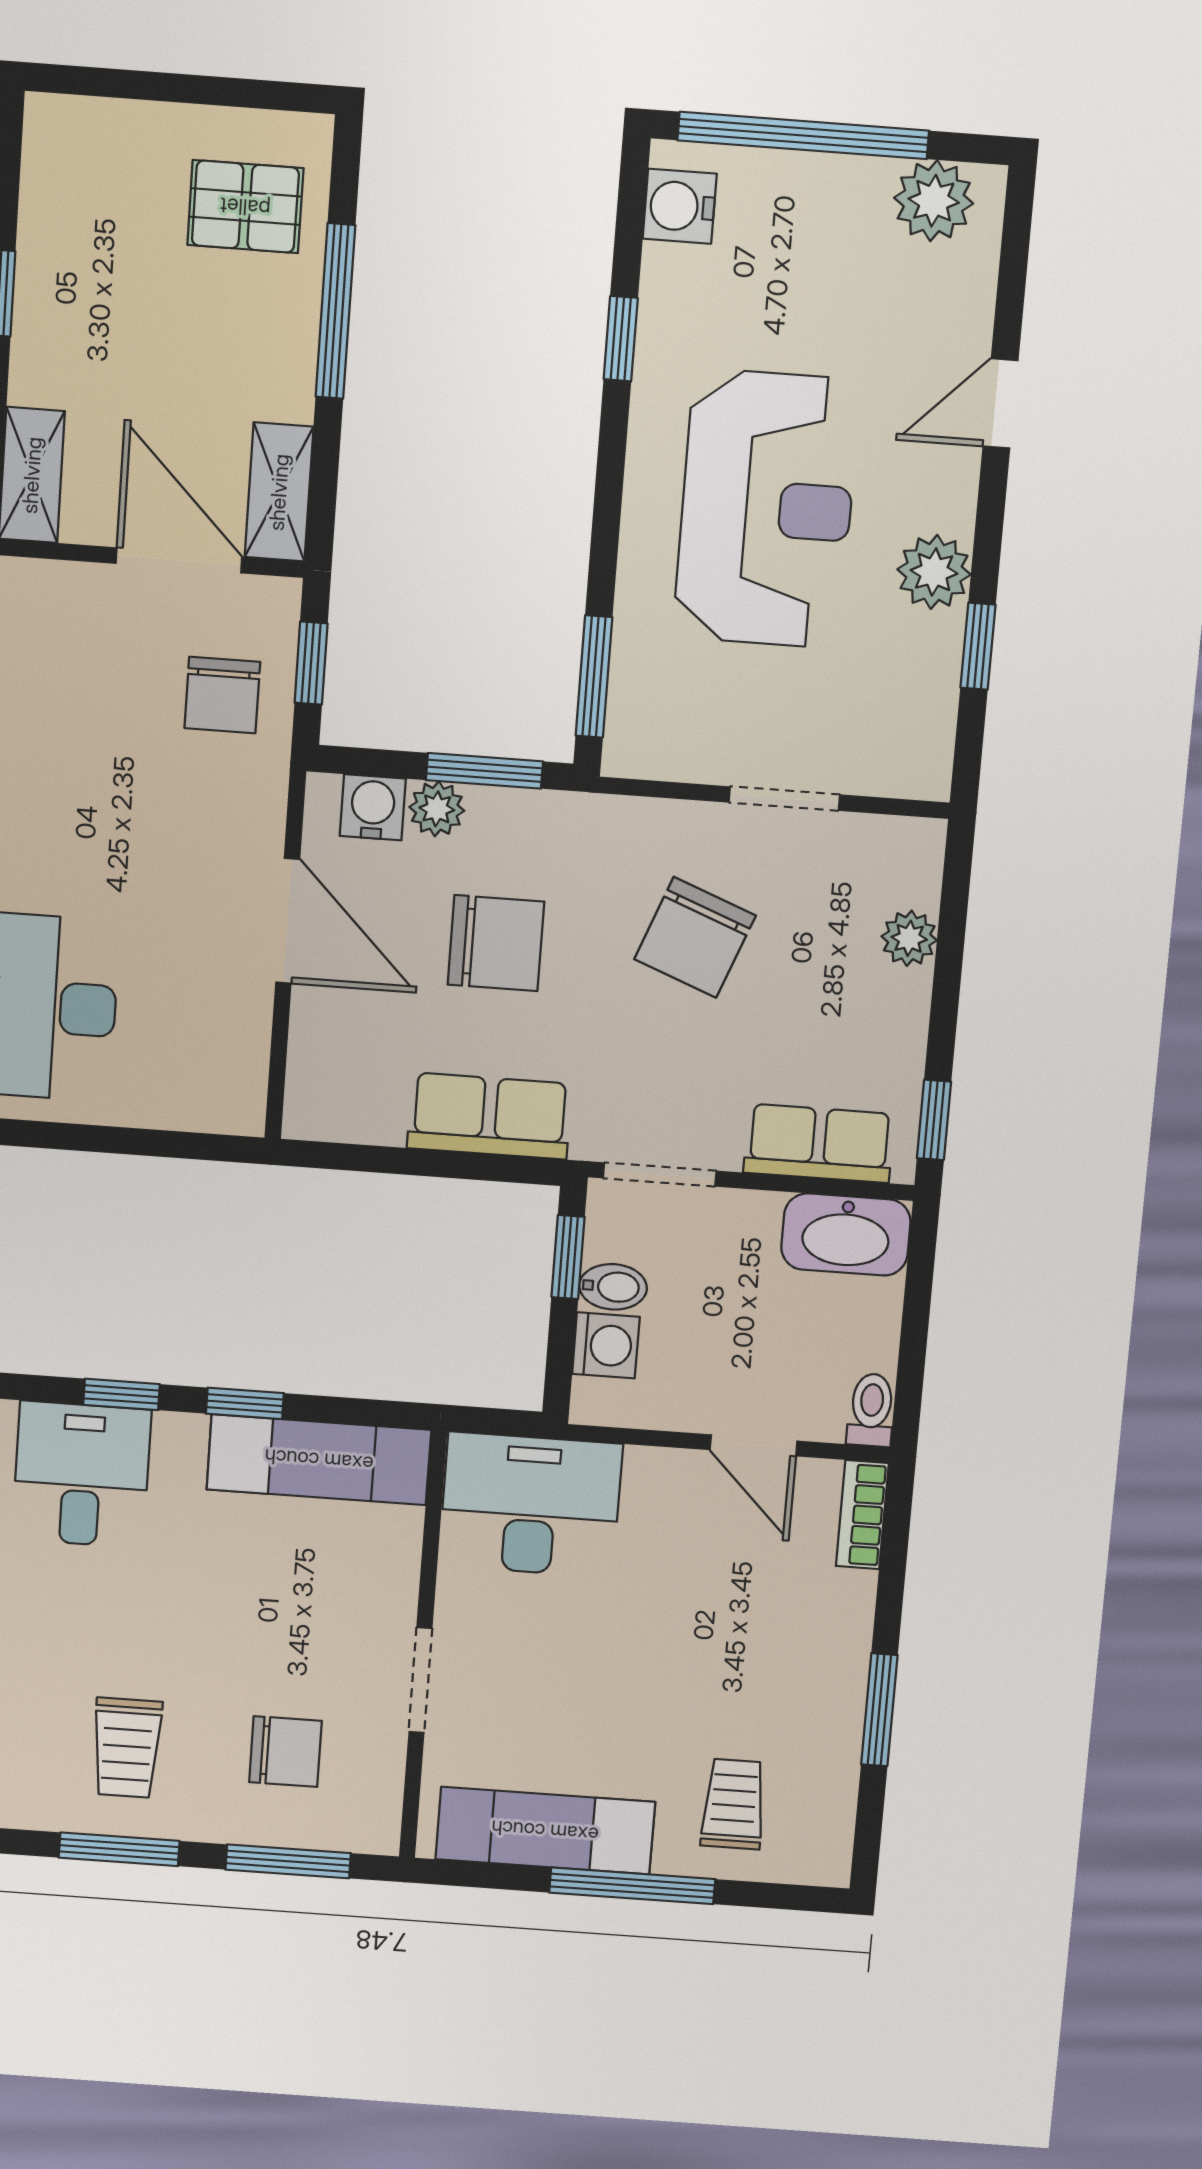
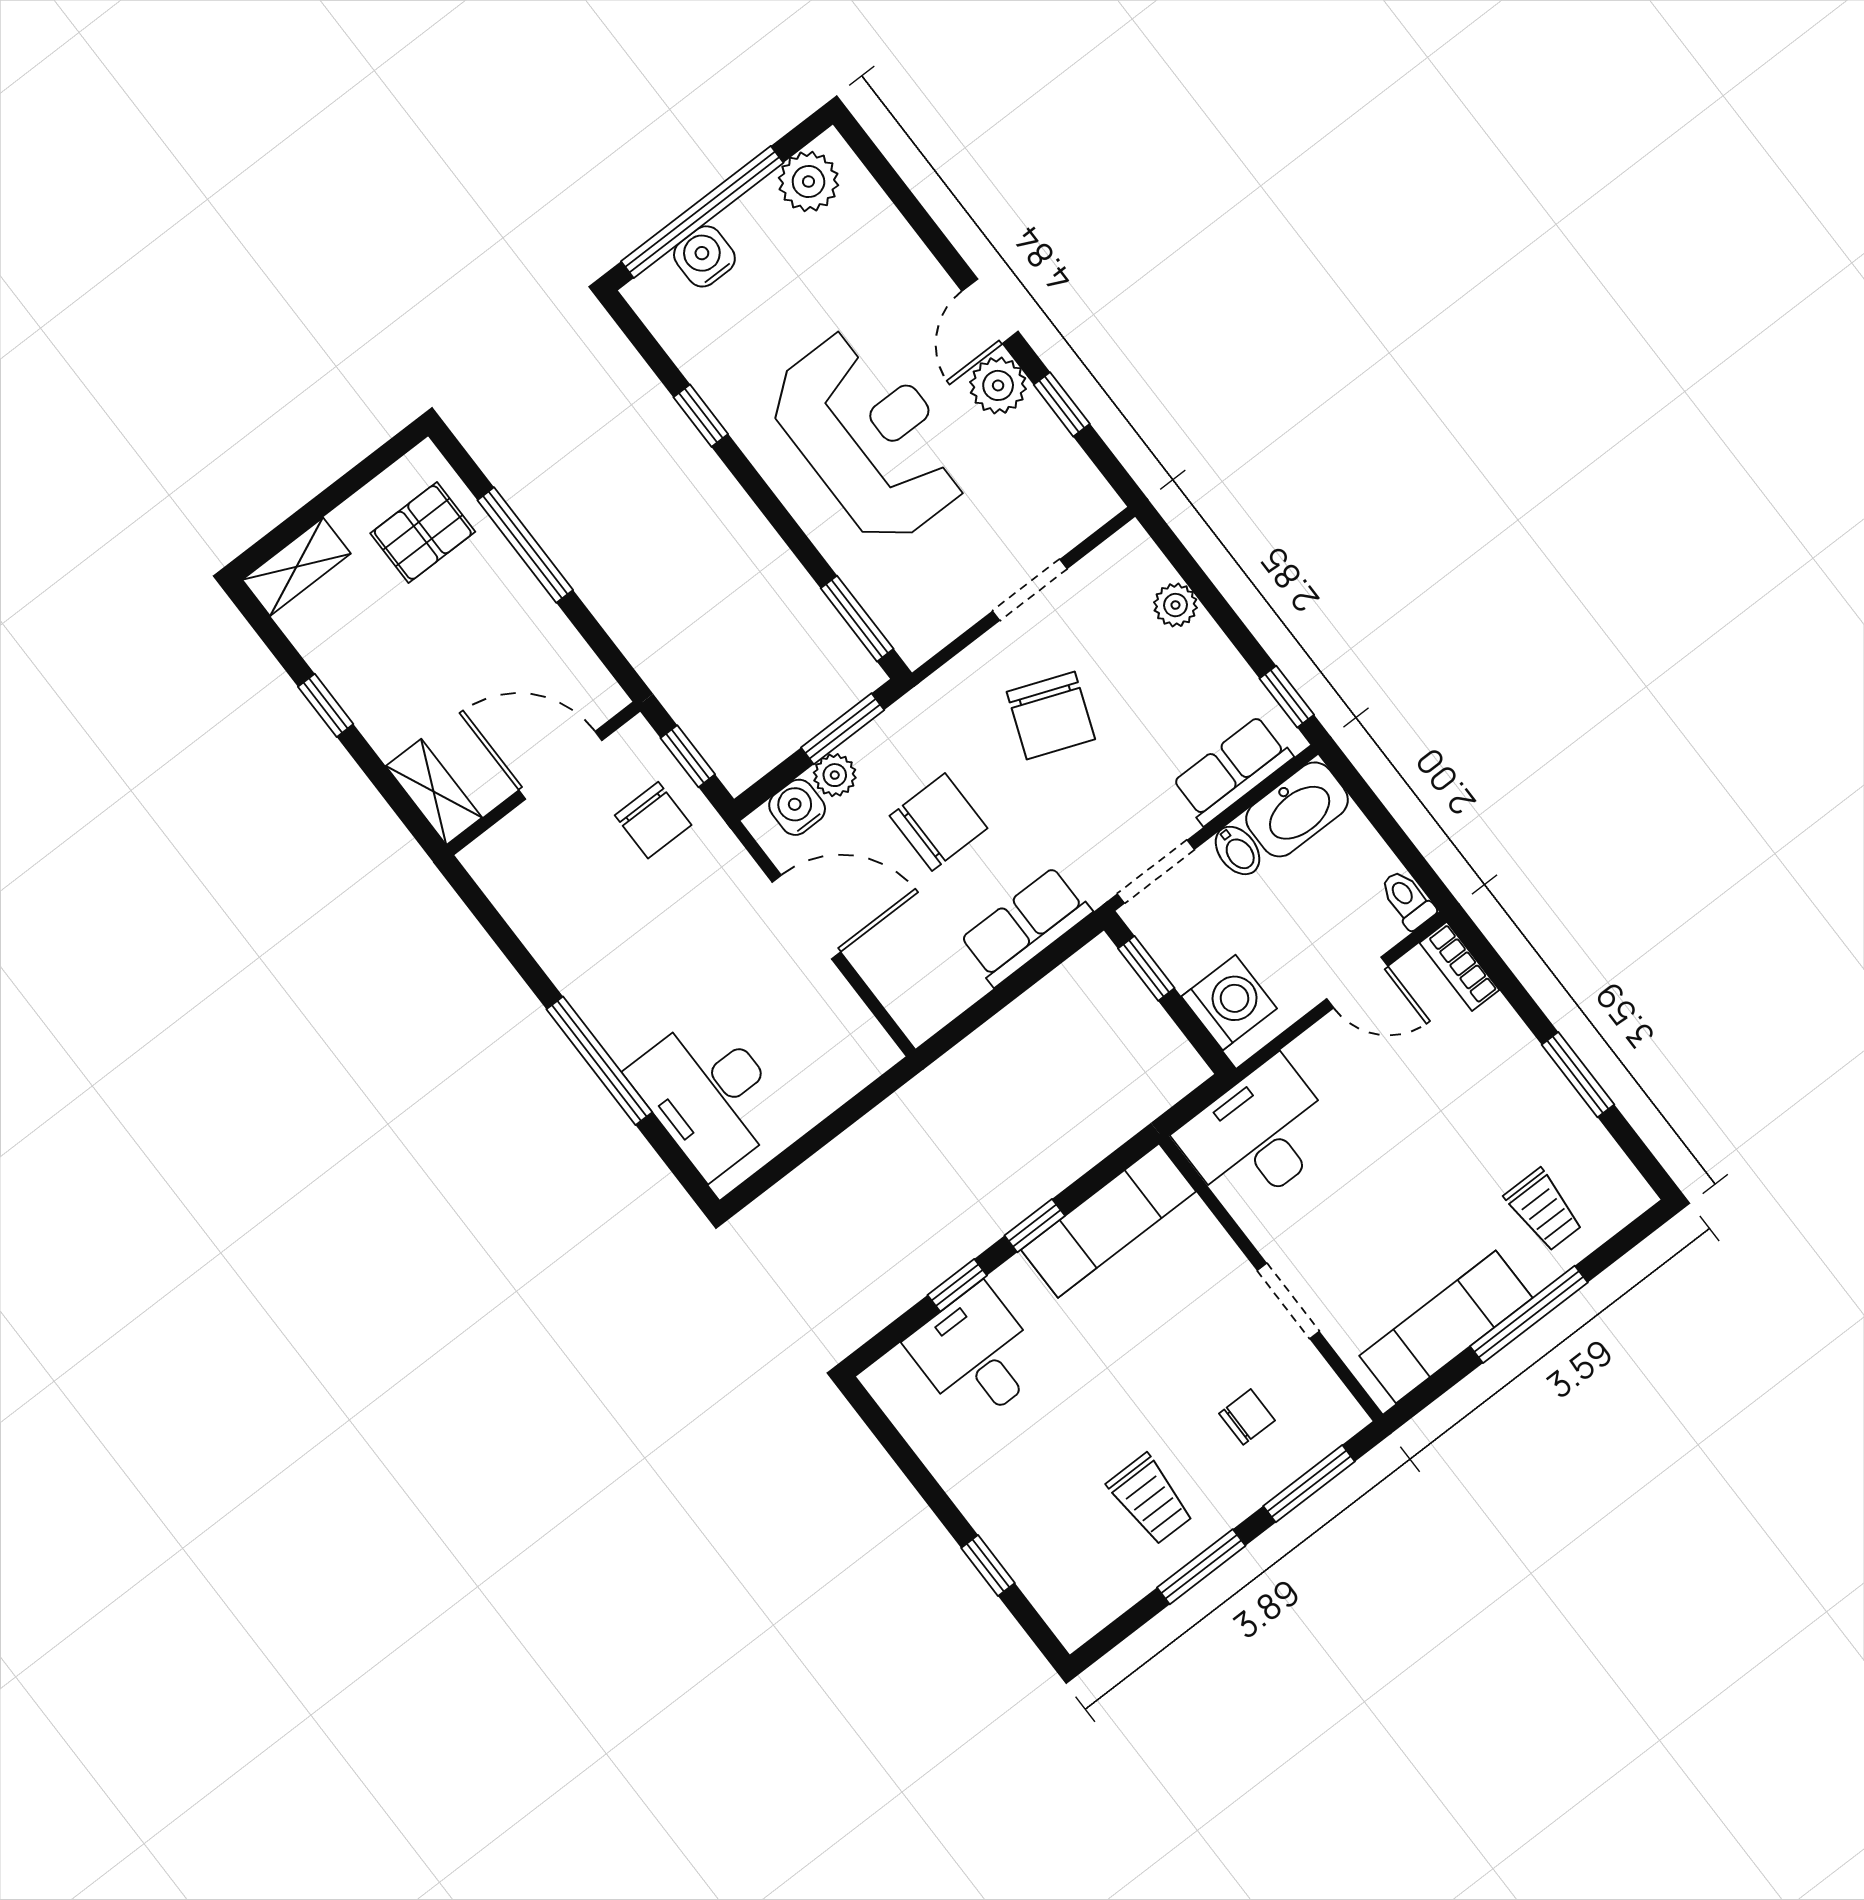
water cooler: (680, 206) -> (704, 256), moved, turned 90
door: (1000, 403) -> (990, 311), moved
shelving: (279, 492) -> (297, 567), moved, turned 90
bidet: (613, 1287) -> (1238, 850), moved, turned 90
washing machine: (606, 1345) -> (1229, 1003), width x1.38, depth x1.38
chair: (285, 1752) -> (1247, 1417), width x0.73, depth x0.73
trolley: (734, 1804) -> (1544, 1210), turned 180

